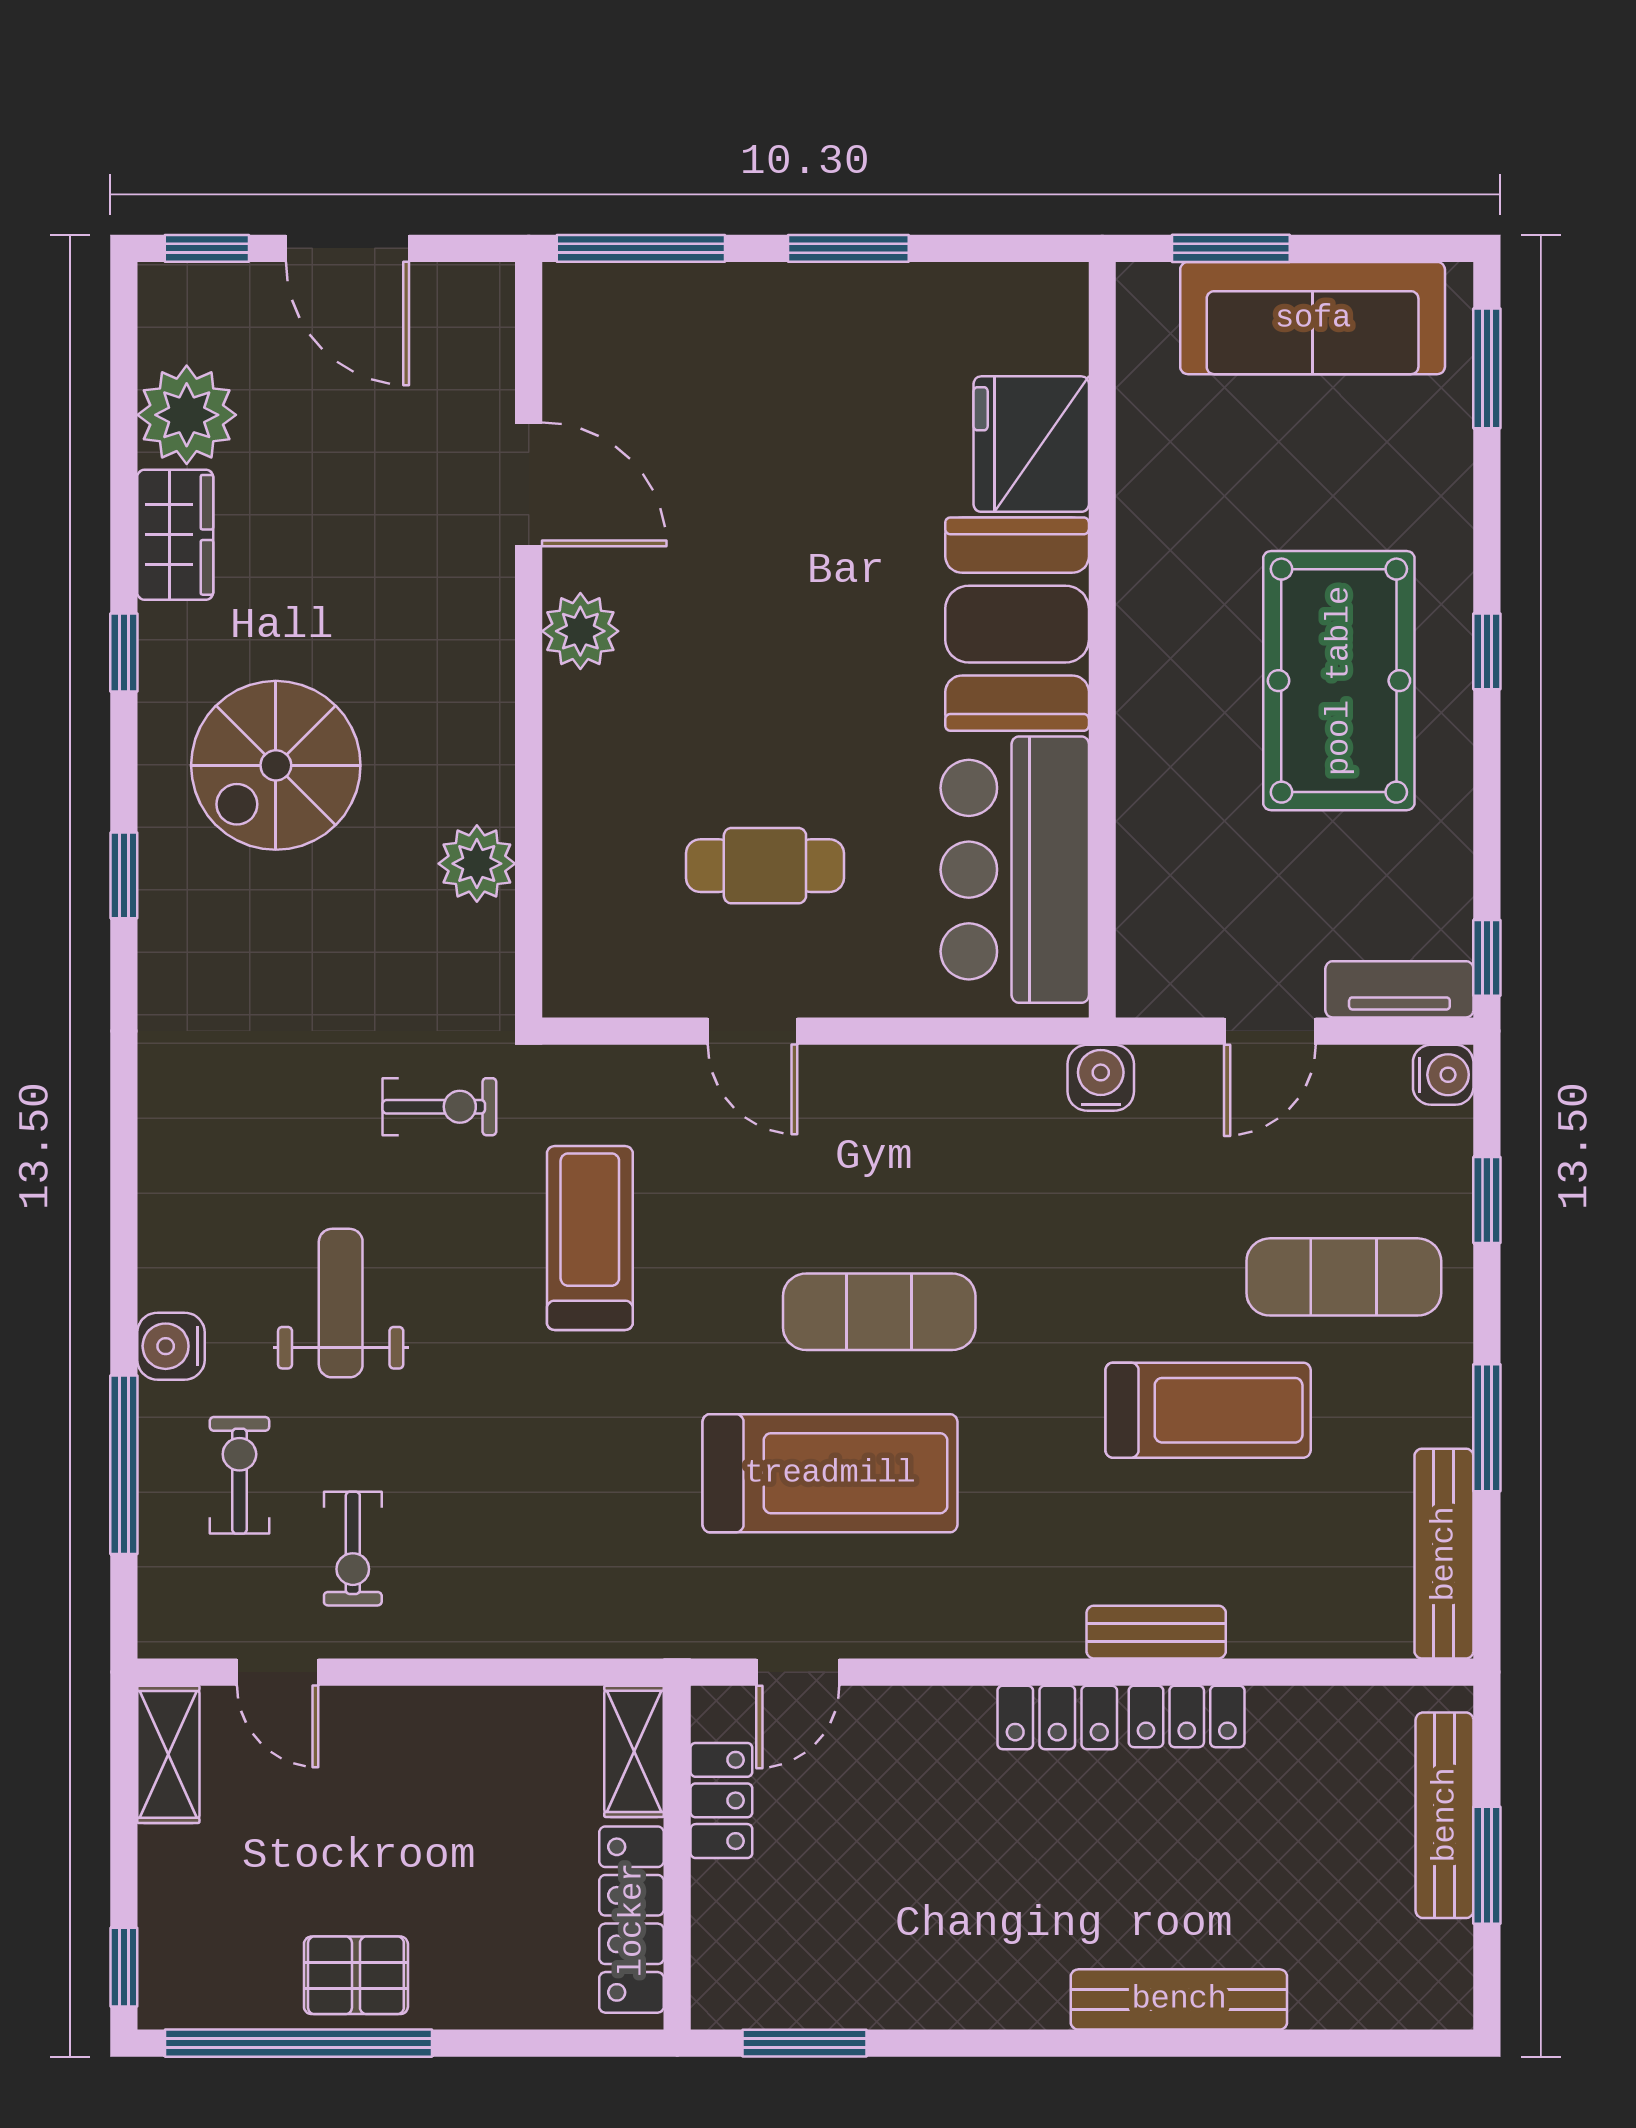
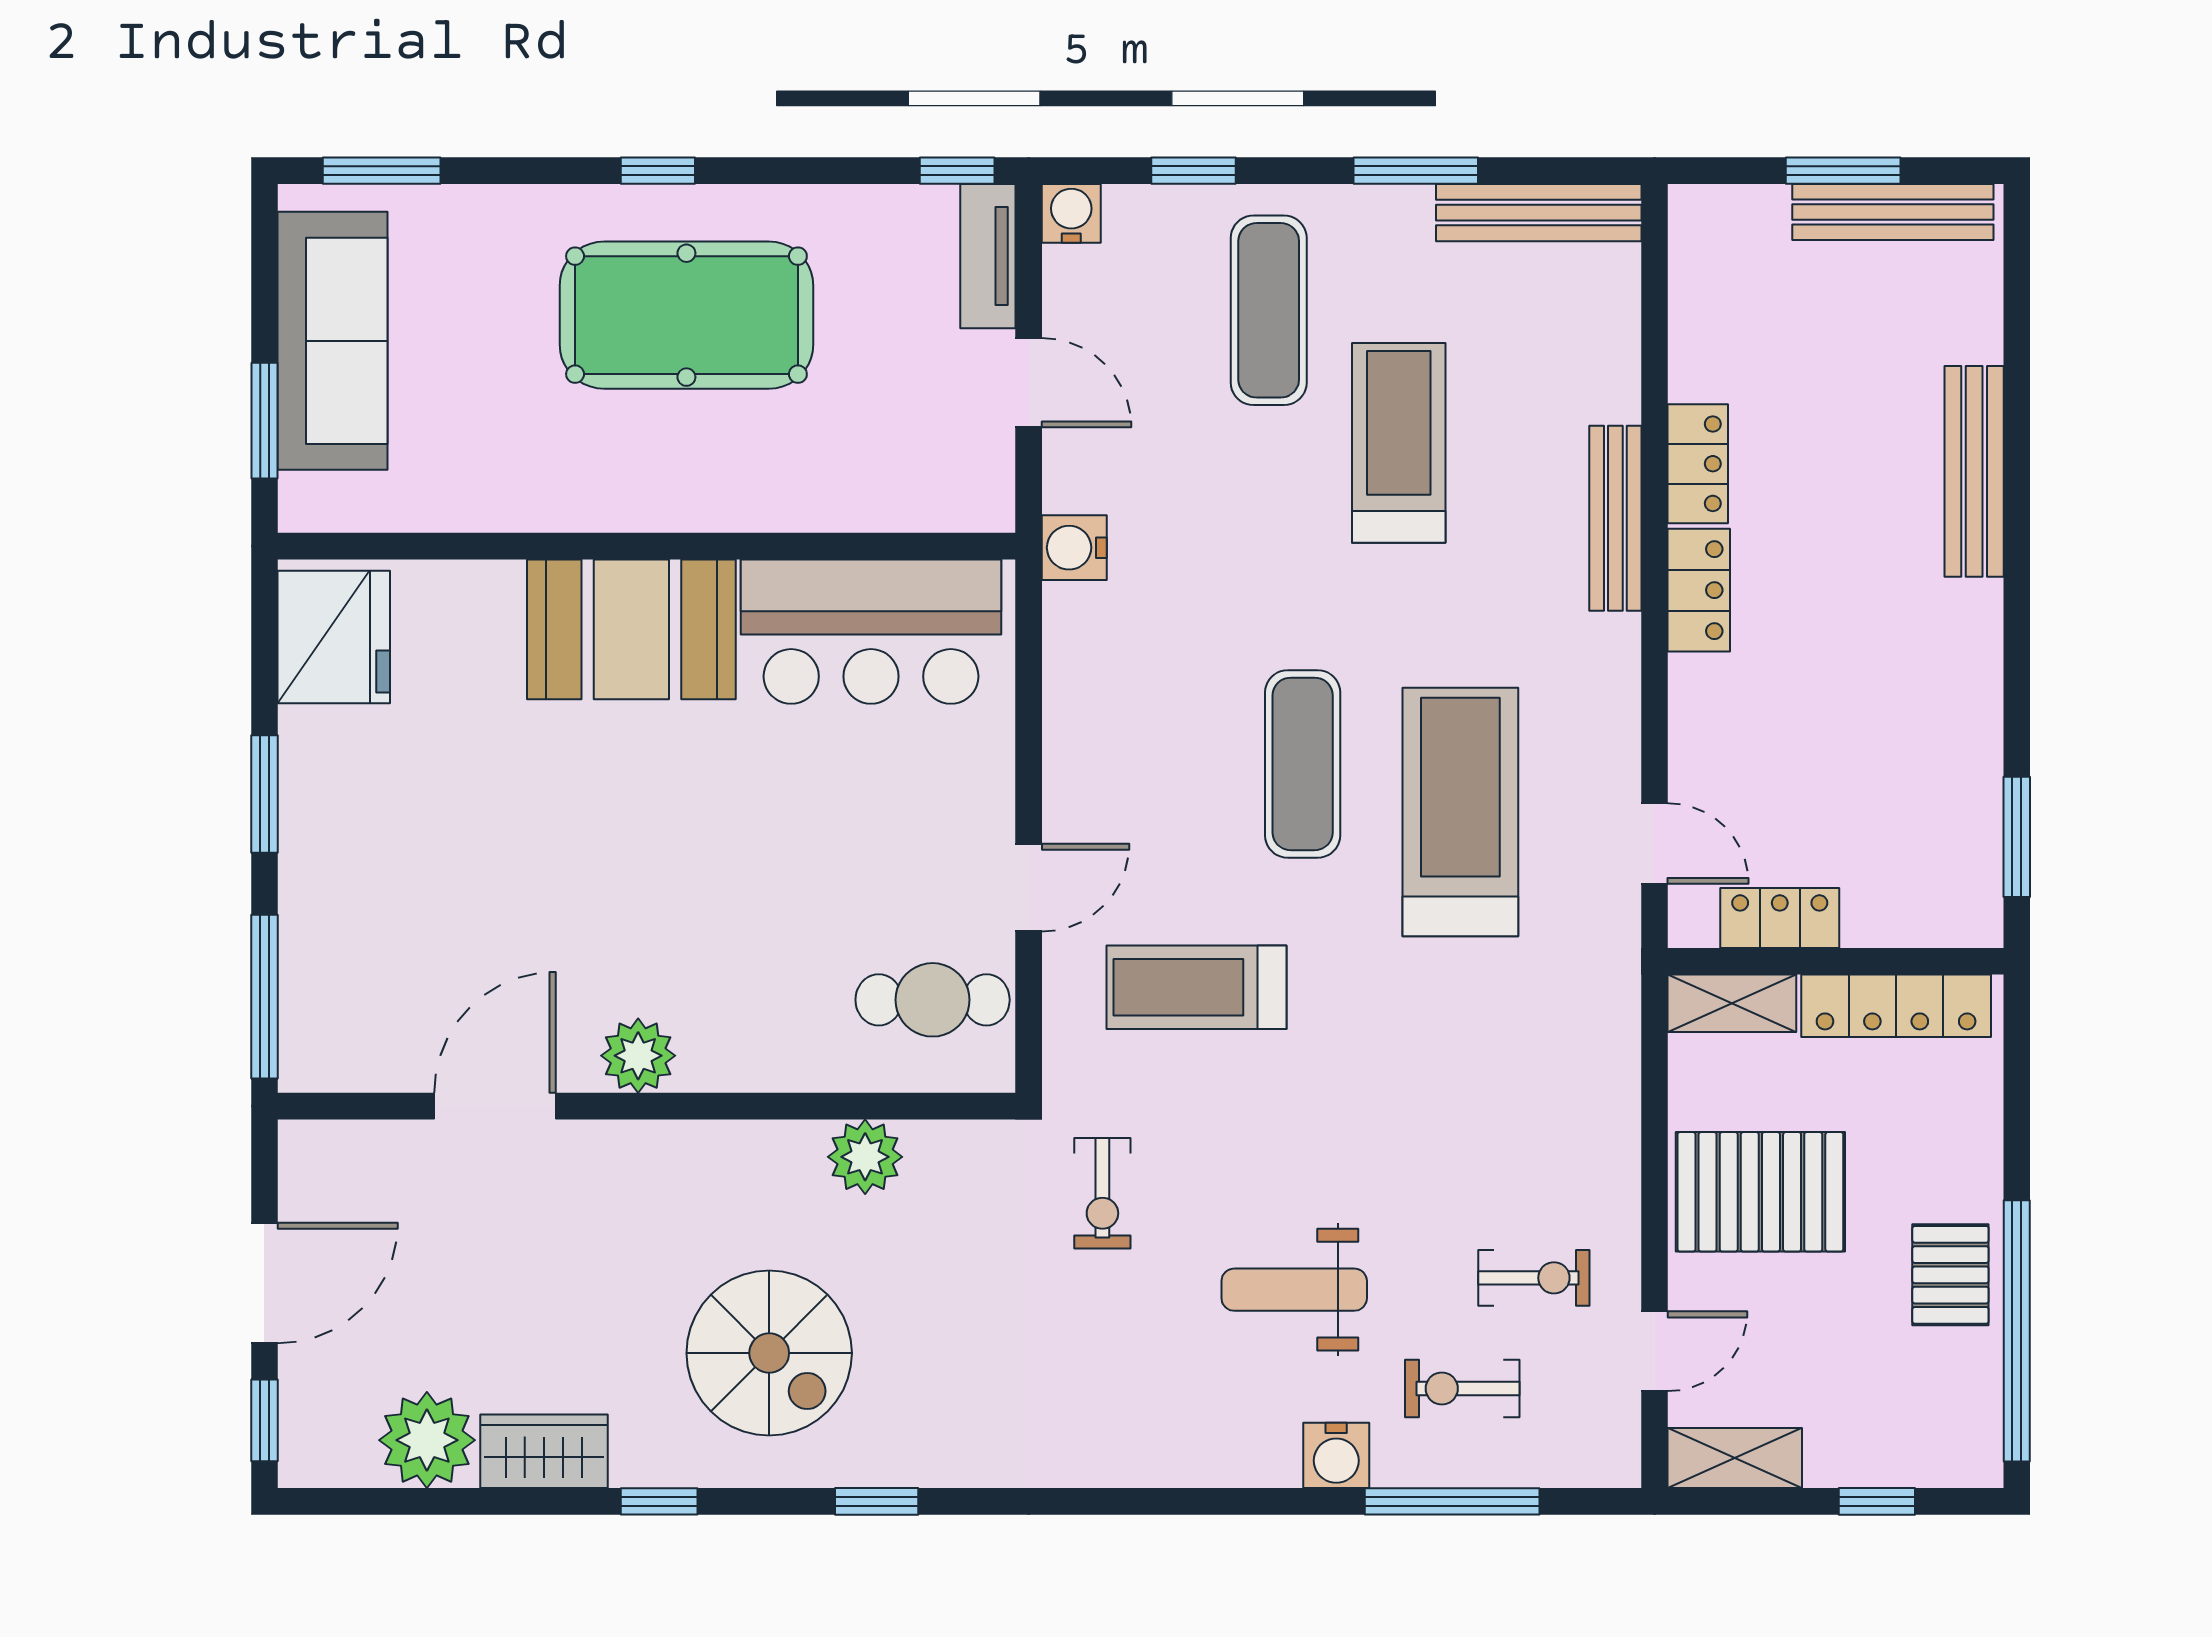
fridge: (1031, 444) -> (334, 637), moved, turned -90
cafe table: (765, 866) -> (933, 1000), moved, turned 90
exercise bike: (439, 1107) -> (1102, 1193), turned 180
treadmill: (590, 1238) -> (1196, 987), moved
bench: (1156, 1632) -> (1615, 518), width x1.36
pallet: (441, 1781) -> (1760, 1192), added
bench: (1445, 1815) -> (1893, 212), moved
window: (124, 1967) -> (1877, 1501), moved

